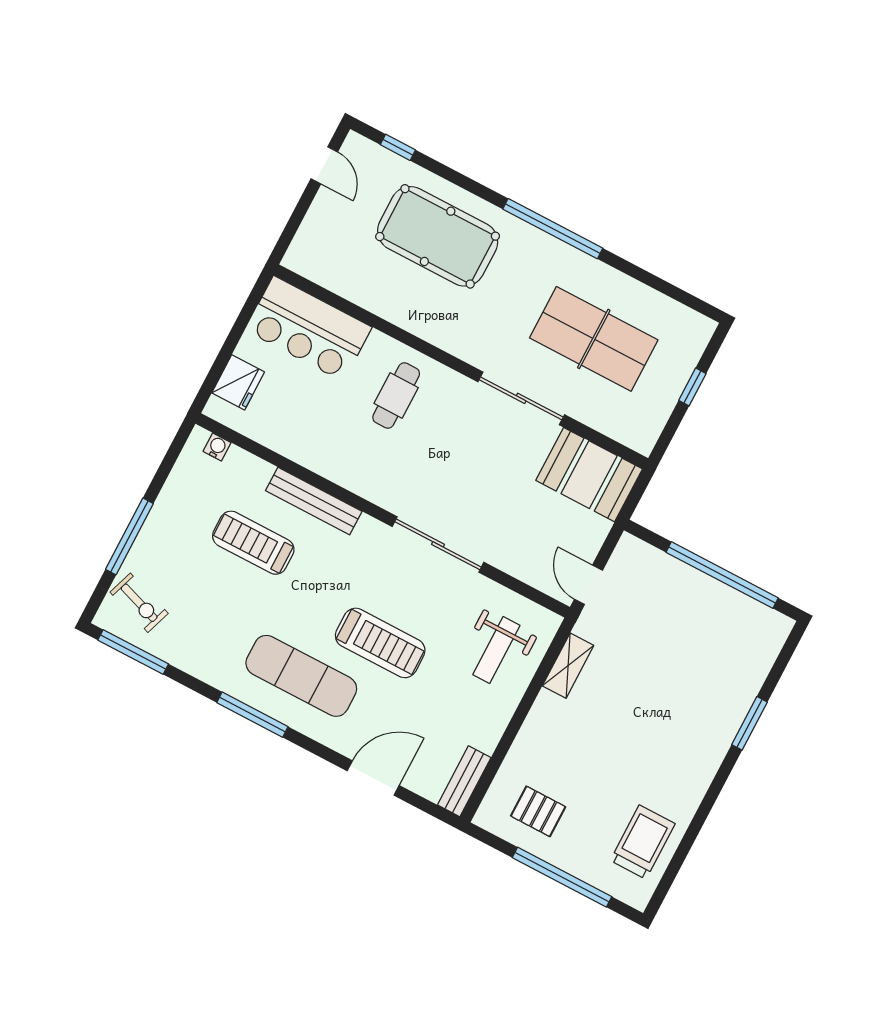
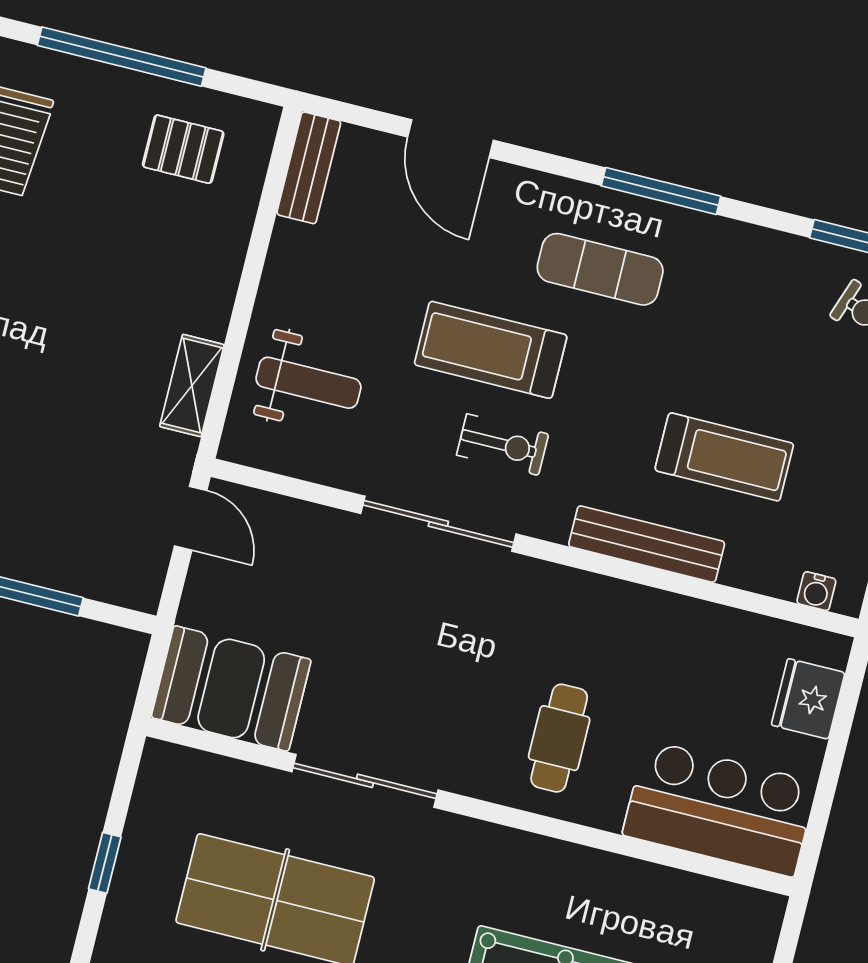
exercise bike: (387, 583) -> (503, 445), added
weight bench: (496, 650) -> (308, 383), turned 90
exercise mat: (301, 676) -> (600, 269), width x0.73, depth x0.69
door: (373, 778) -> (451, 139), hinge flipped

